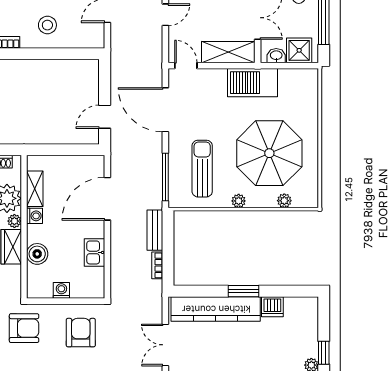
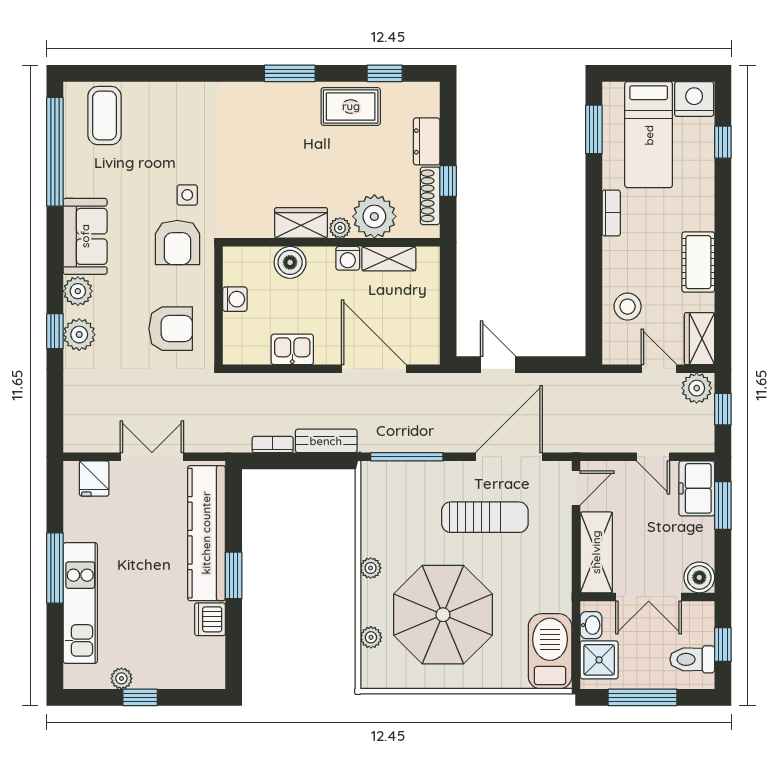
stool: (47, 25) -> (628, 307), moved
barbecue: (252, 83) -> (550, 651), moved
sun lounger: (202, 169) -> (485, 517), moved

